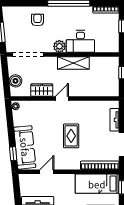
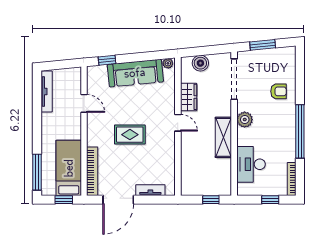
desk: (80, 41) -> (251, 164), moved
sofa: (25, 147) -> (135, 73), moved

